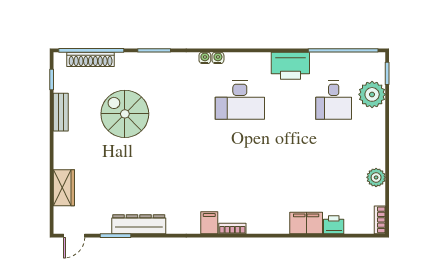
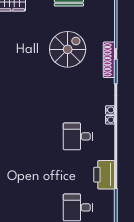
shoe rack: (91, 59) -> (109, 60), moved
desk: (240, 100) -> (78, 136), width x0.73

